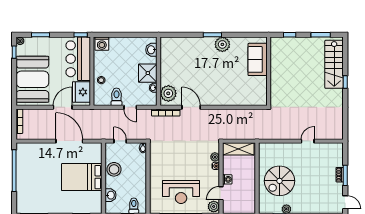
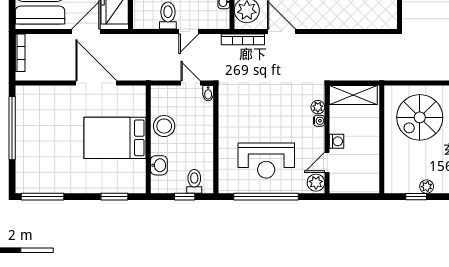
door: (130, 107) -> (189, 32), hinge flipped
door: (120, 141) -> (190, 83), moved
spiral stairs: (280, 181) -> (420, 117), moved

